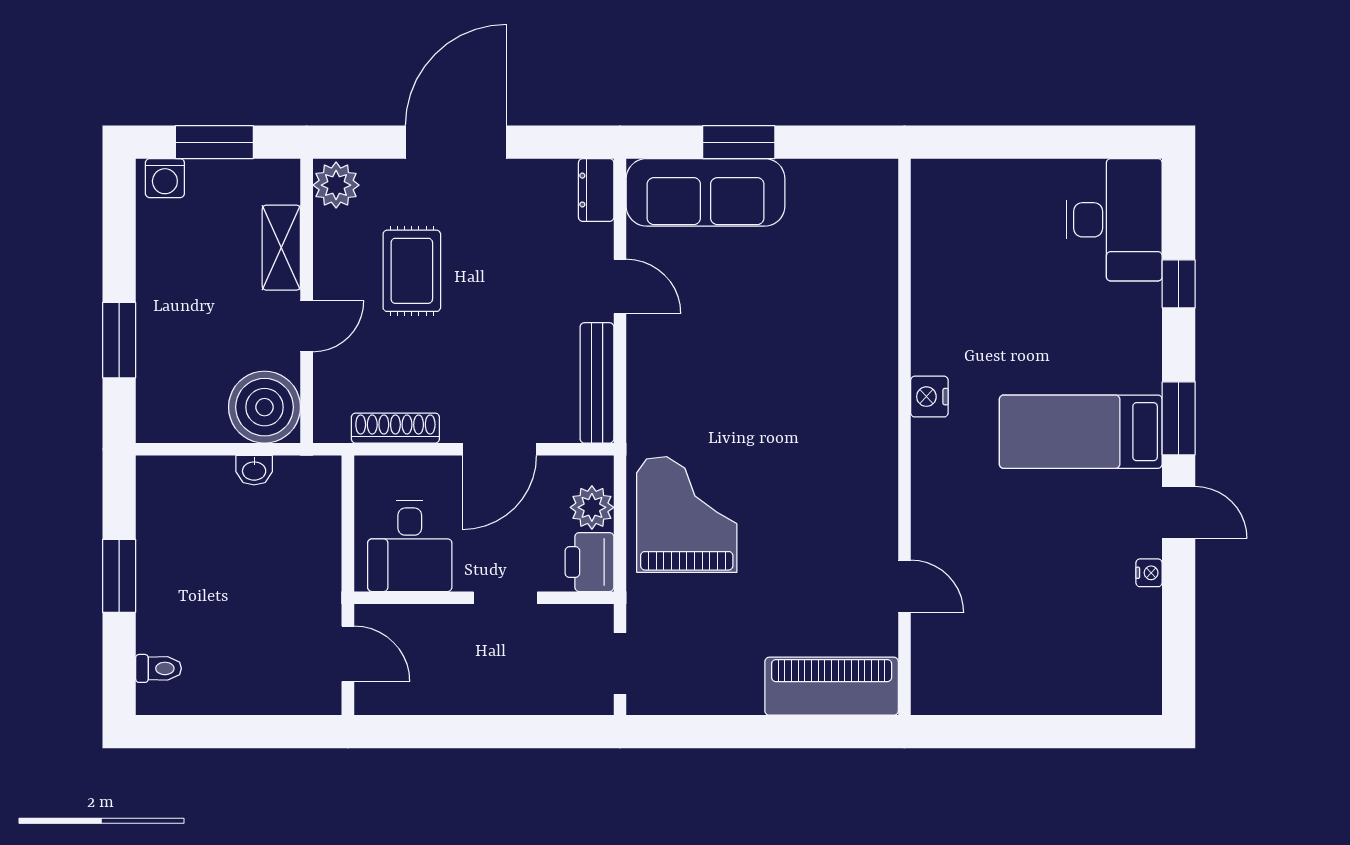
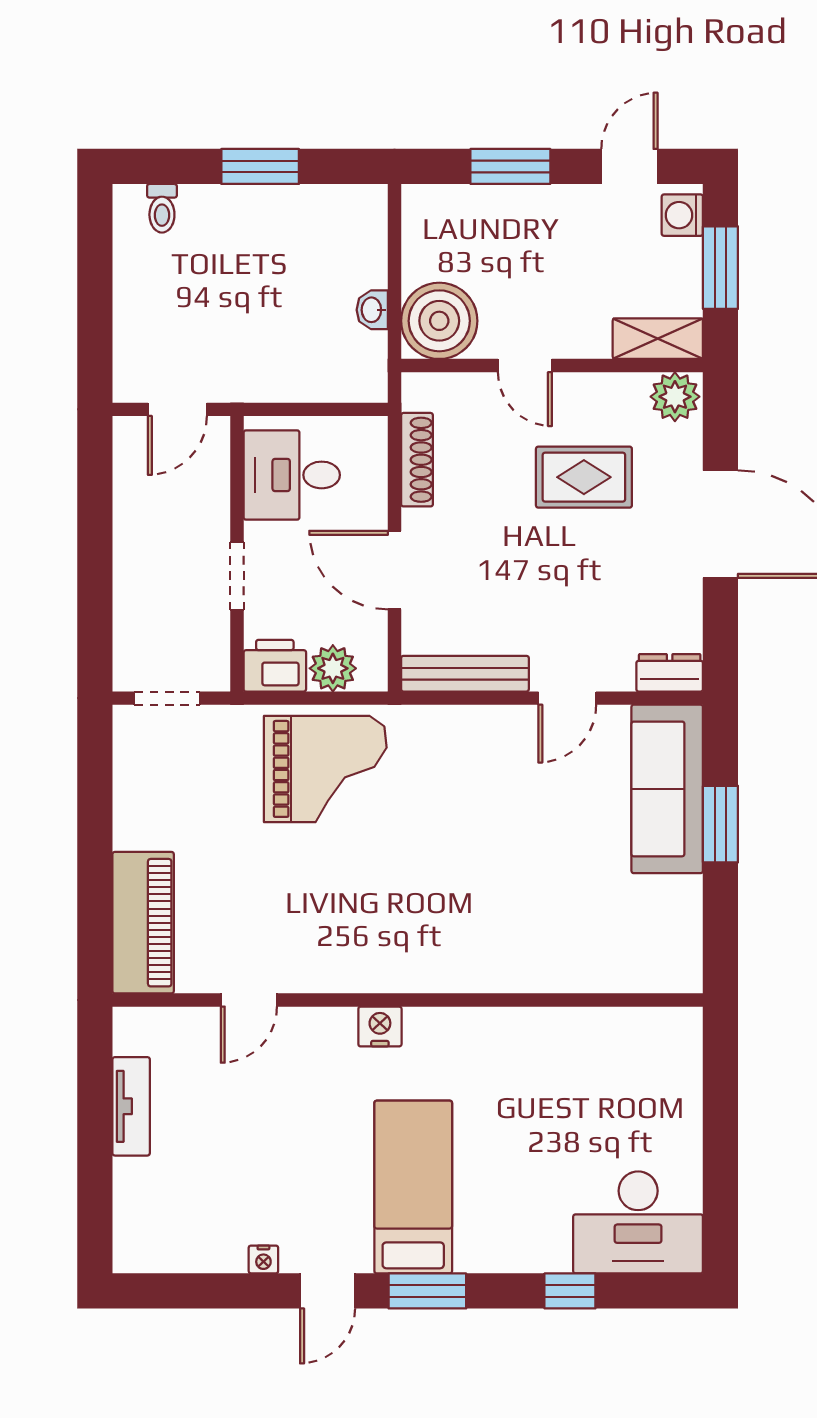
door: (119, 228) -> (629, 166), added
shelving: (281, 248) -> (658, 339), moved
nightstand: (929, 397) -> (380, 1026), moved
tv unit: (1005, 697) -> (131, 1106), added

